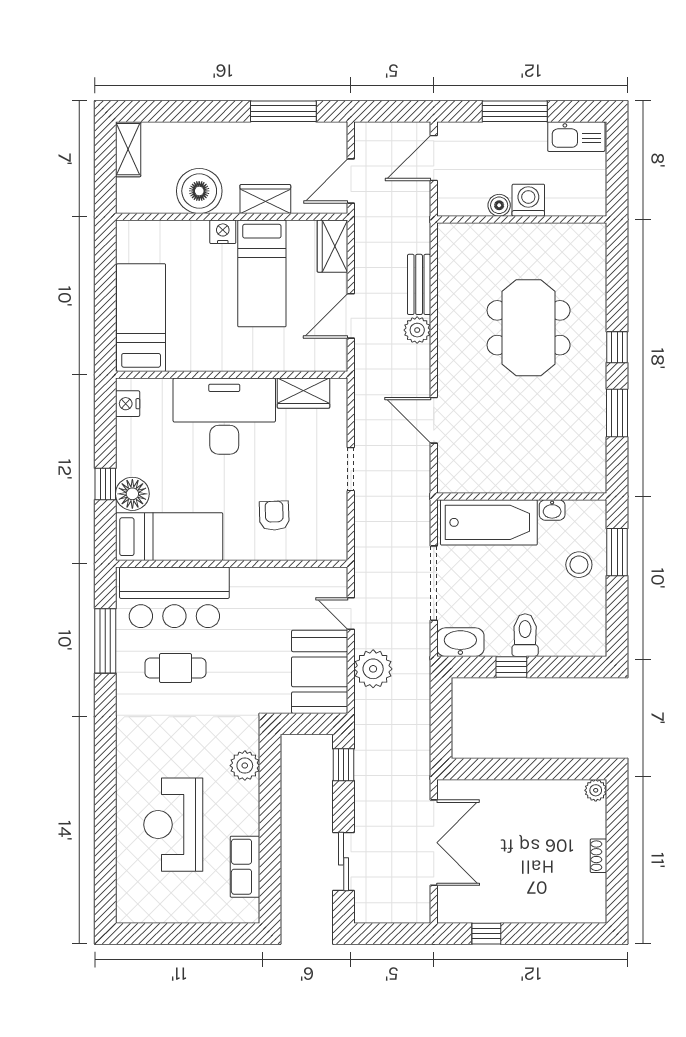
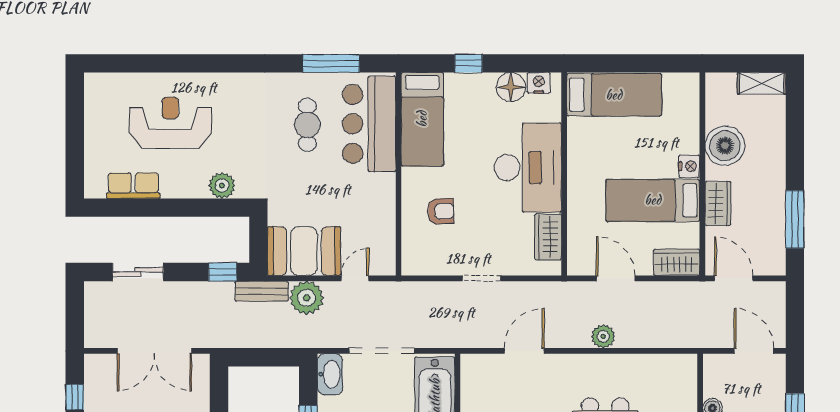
bench: (419, 284) -> (262, 291), moved
floor lamp: (132, 494) -> (511, 87), moved

